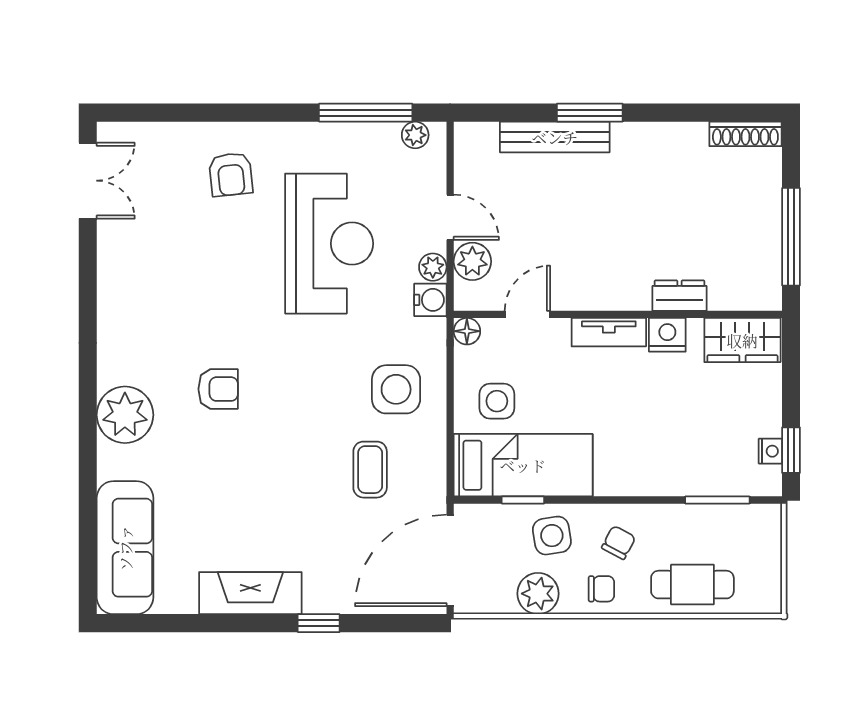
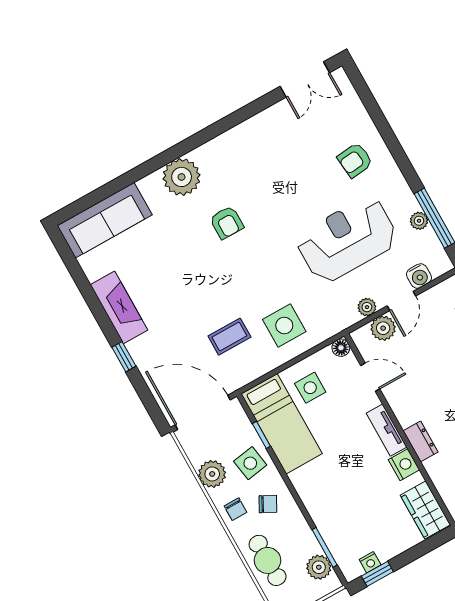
plant: (415, 135) -> (419, 221), moved
reception desk: (329, 244) -> (347, 239), turned 180
dresser: (679, 296) -> (421, 441), moved
water cooler: (430, 300) -> (419, 276), moved
plant: (739, 522) -> (319, 567), added

